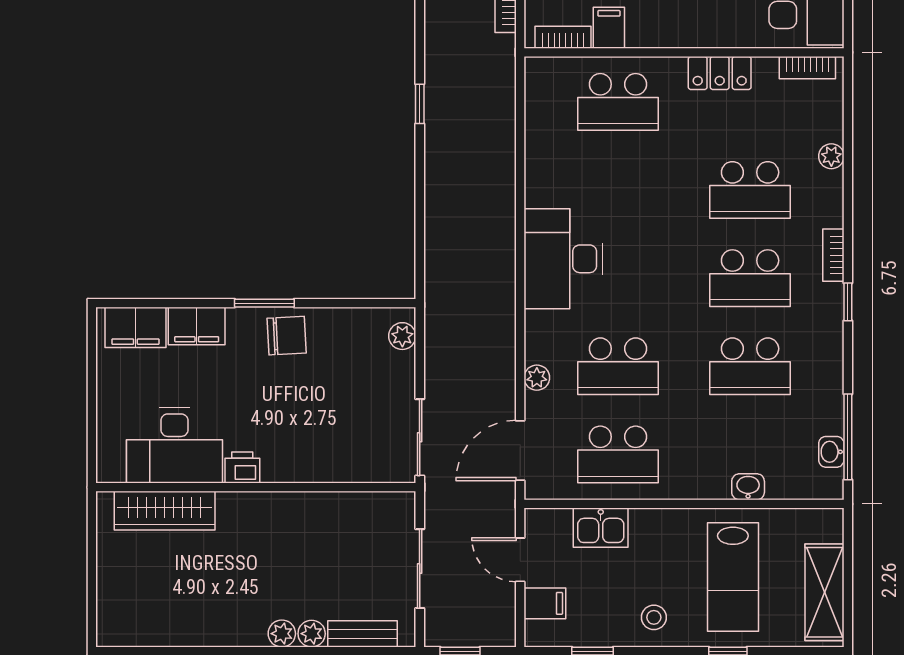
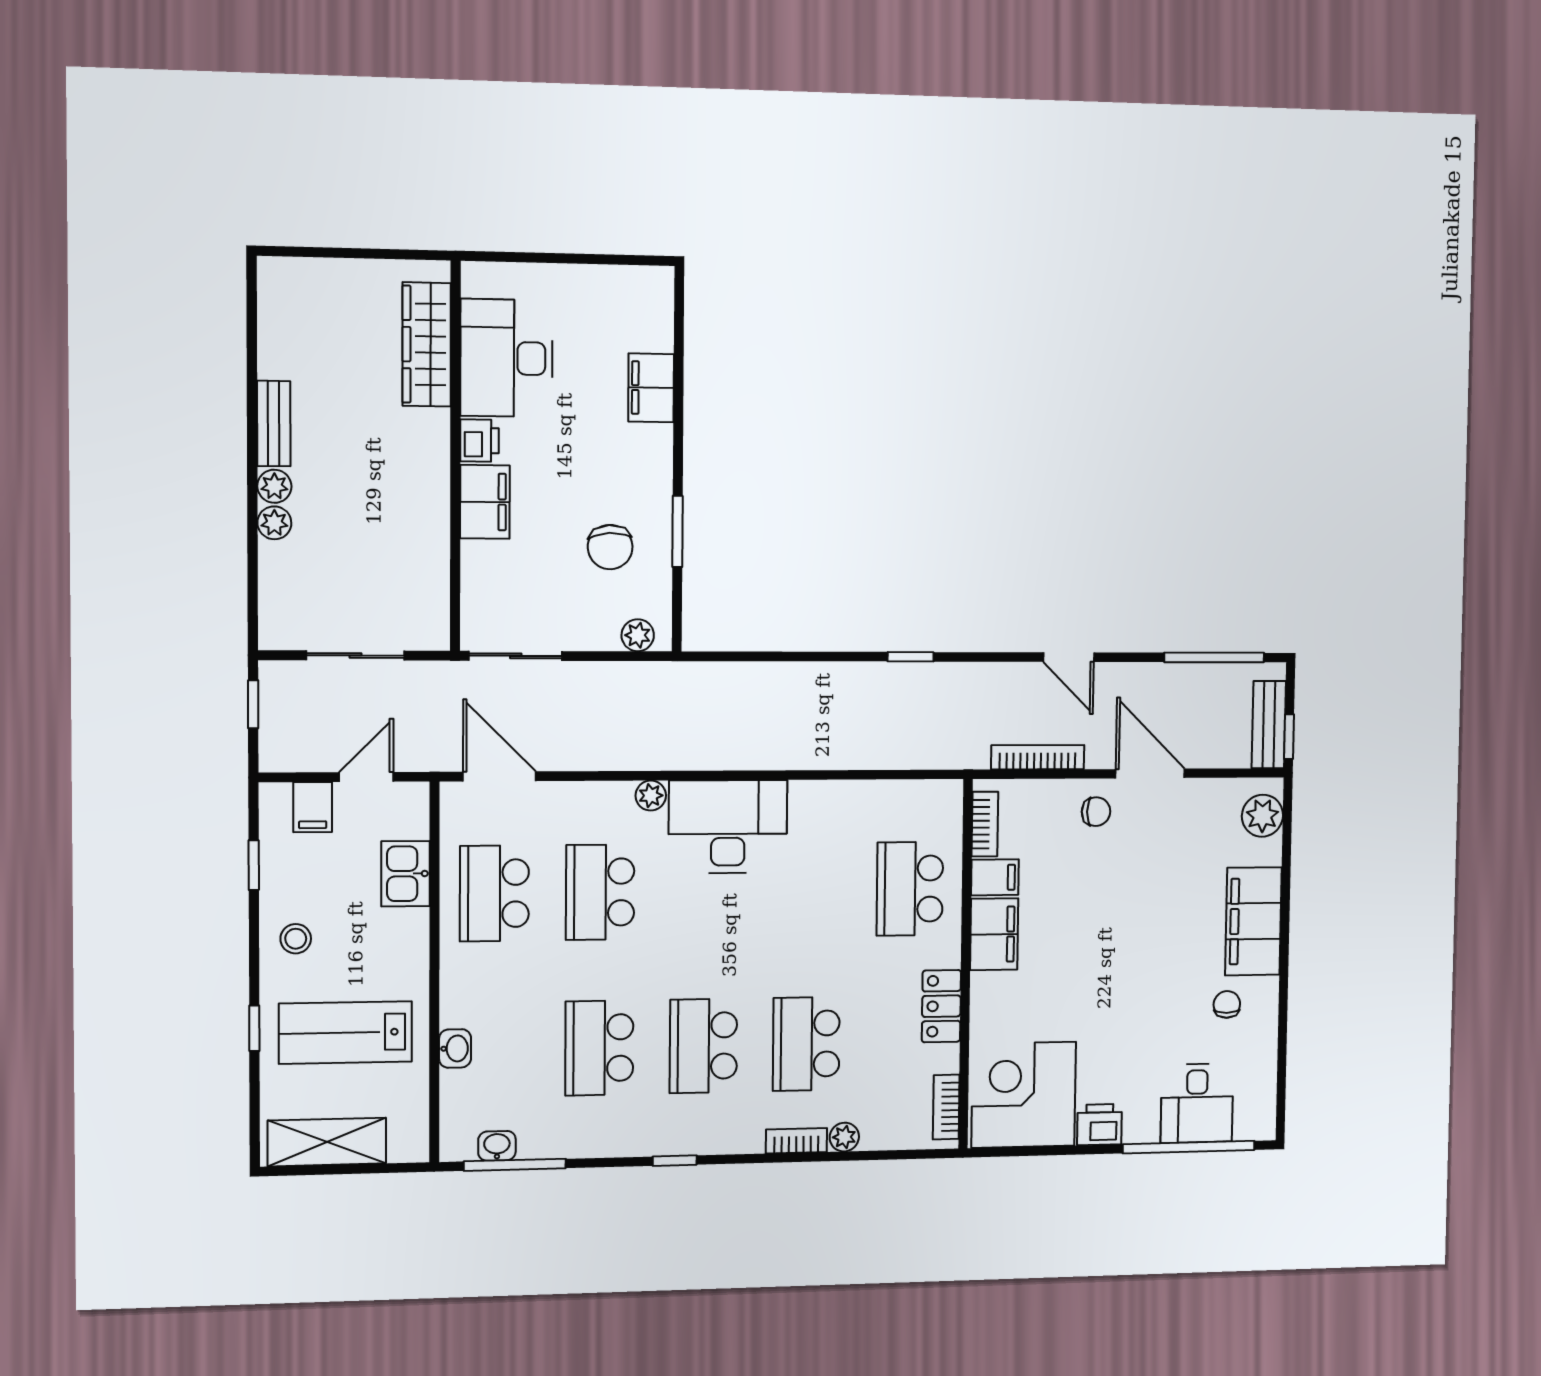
filing cabinet: (658, 28) -> (994, 934), added
bookcase: (833, 255) -> (796, 1141), moved
window: (264, 303) -> (677, 531), moved
filing cabinet: (135, 327) -> (485, 502), moved, turned 180
chair: (287, 336) -> (610, 547), moved
plant: (537, 378) -> (651, 796), moved
bench: (362, 634) -> (274, 424), moved

